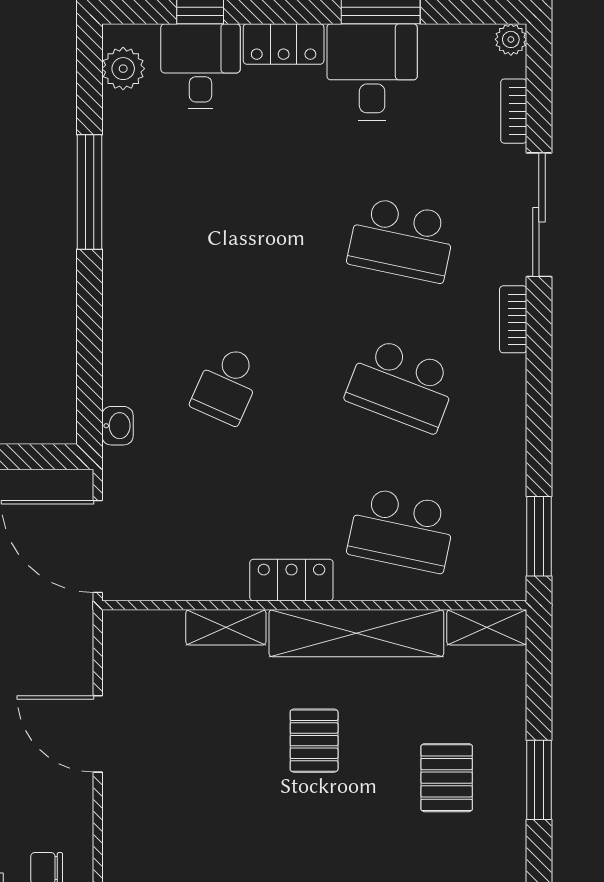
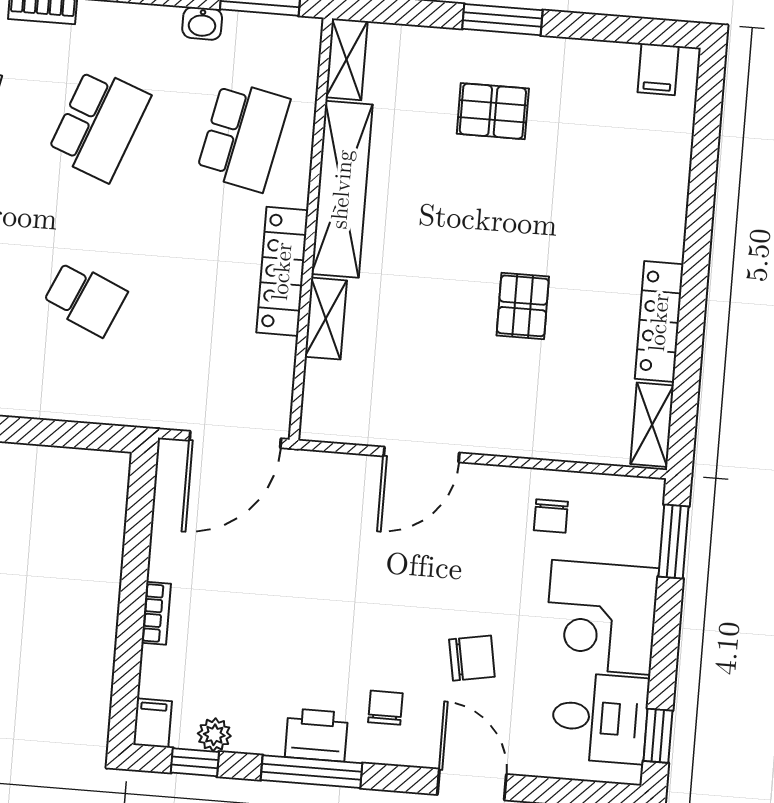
washbasin: (117, 426) -> (202, 23), moved, turned 180
locker: (291, 580) -> (282, 271), width x1.53
pallet: (314, 741) -> (523, 306), moved, turned 90

